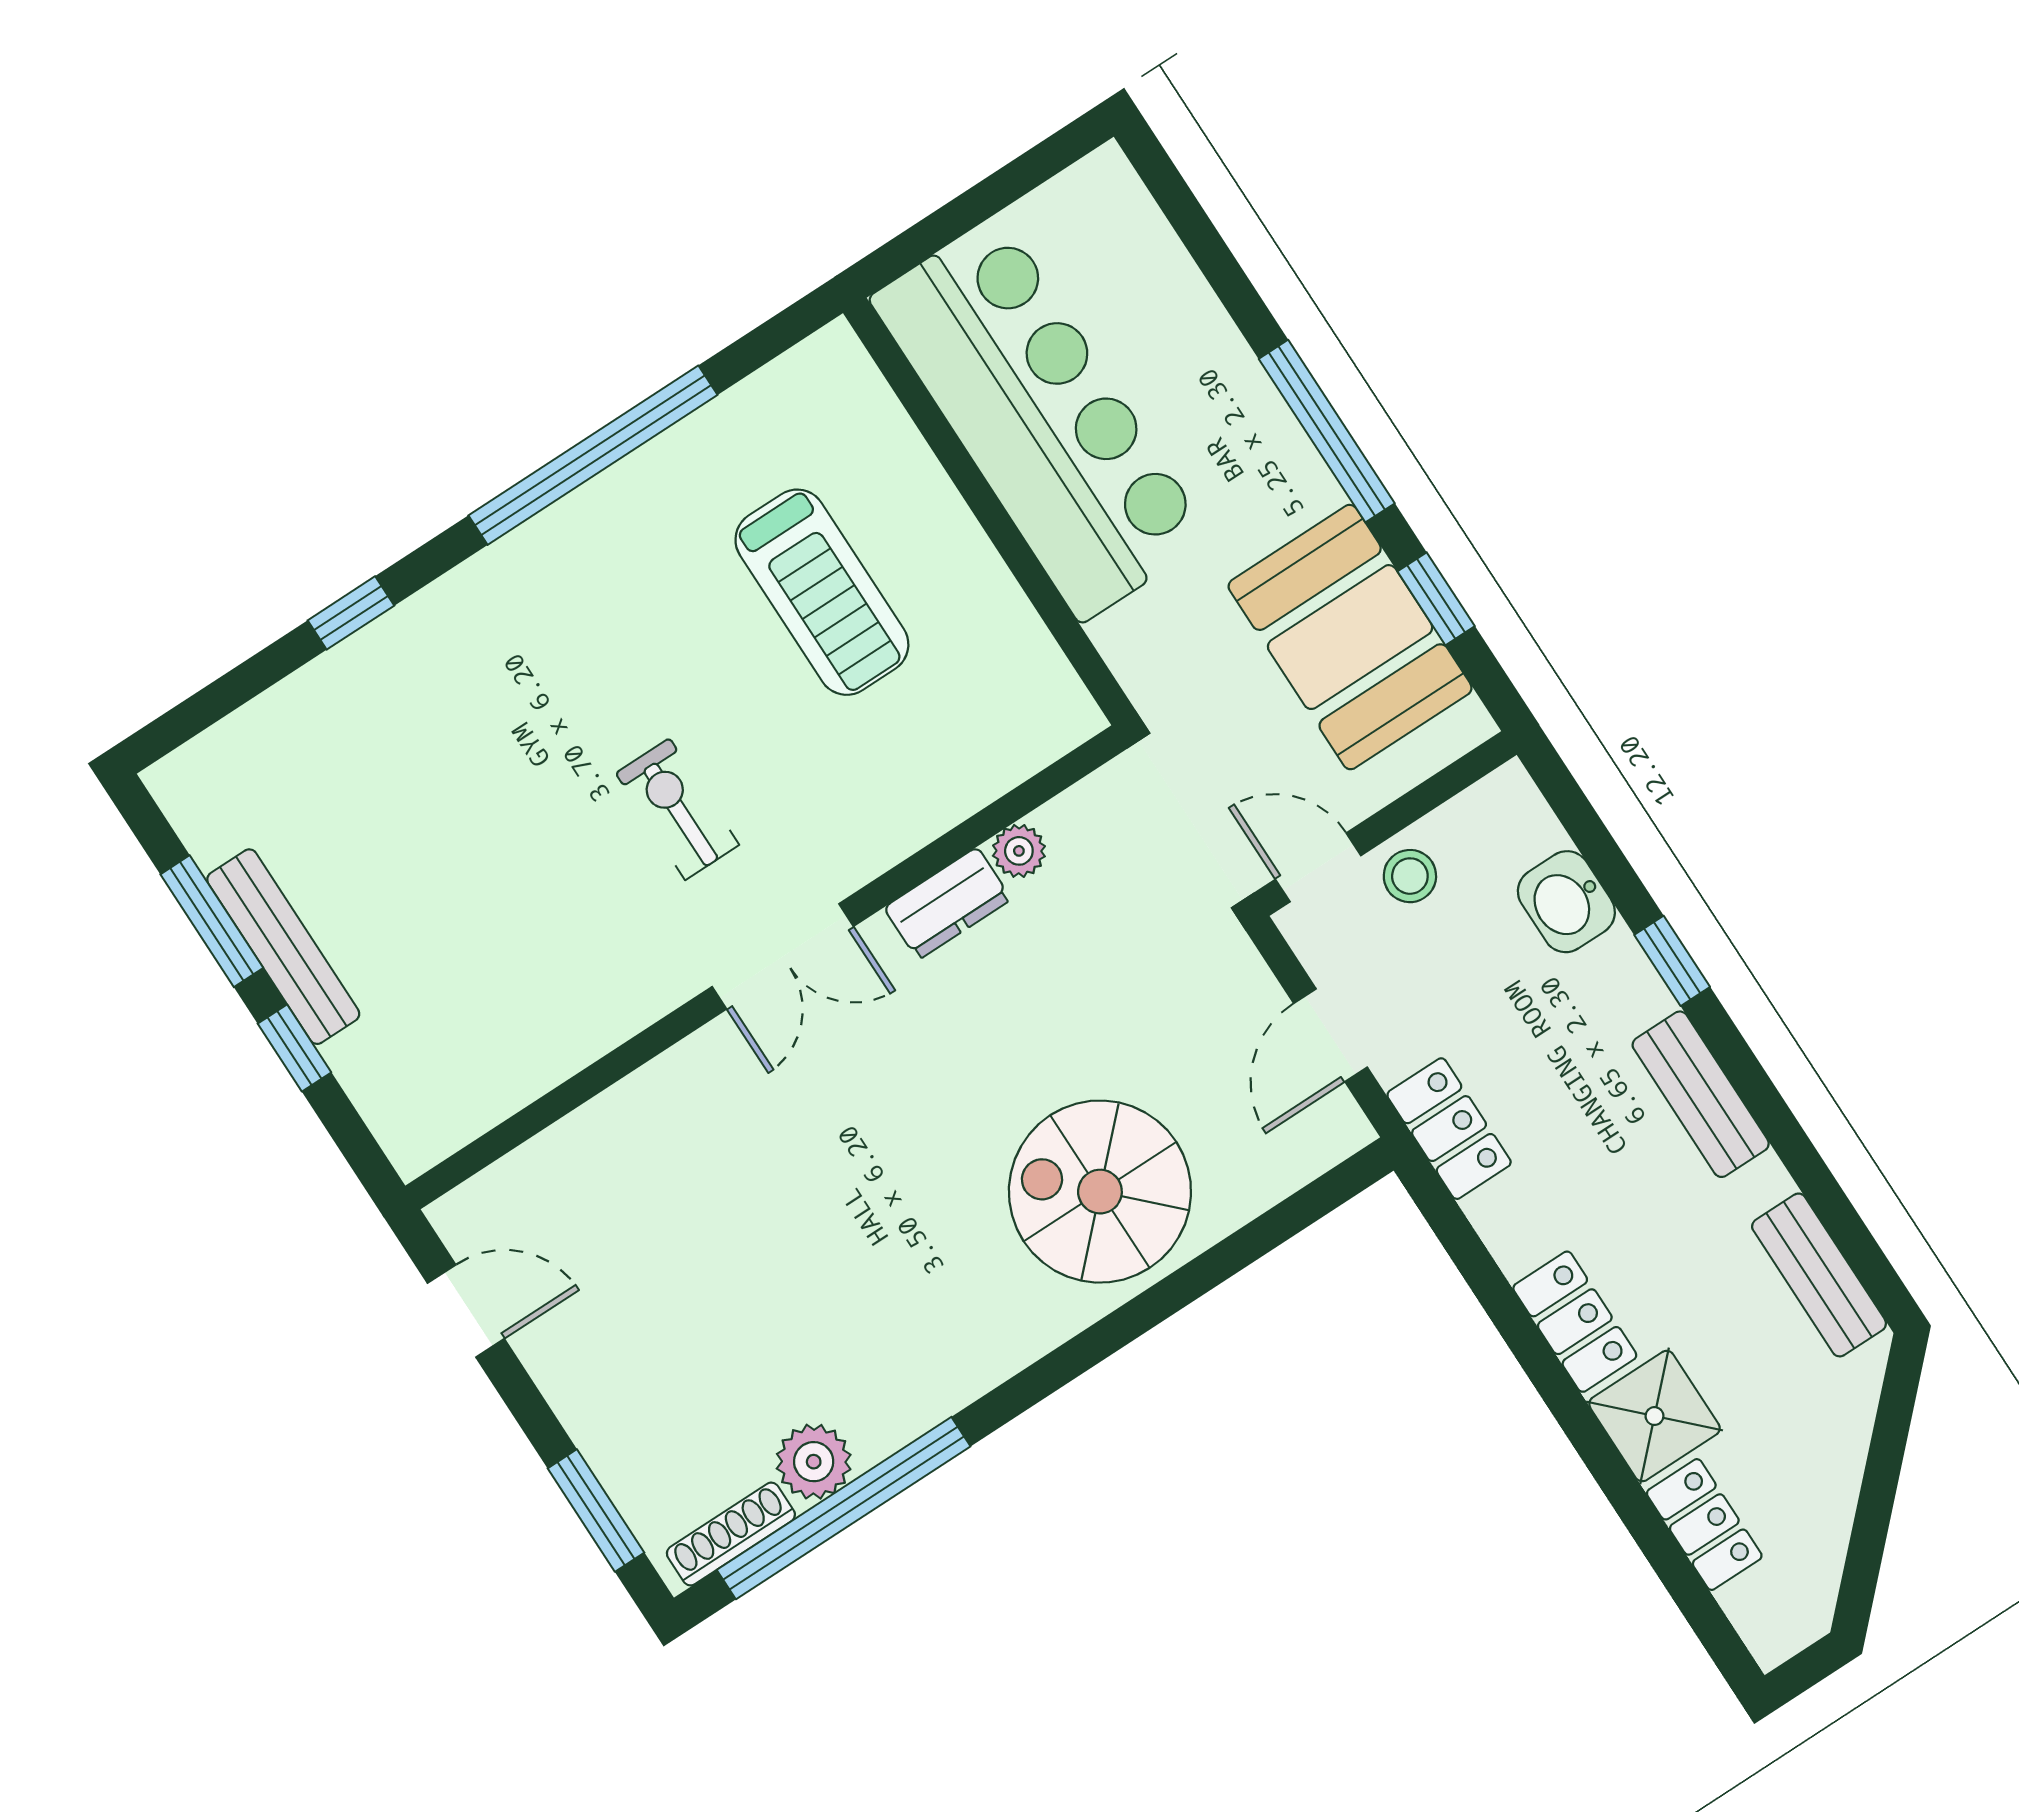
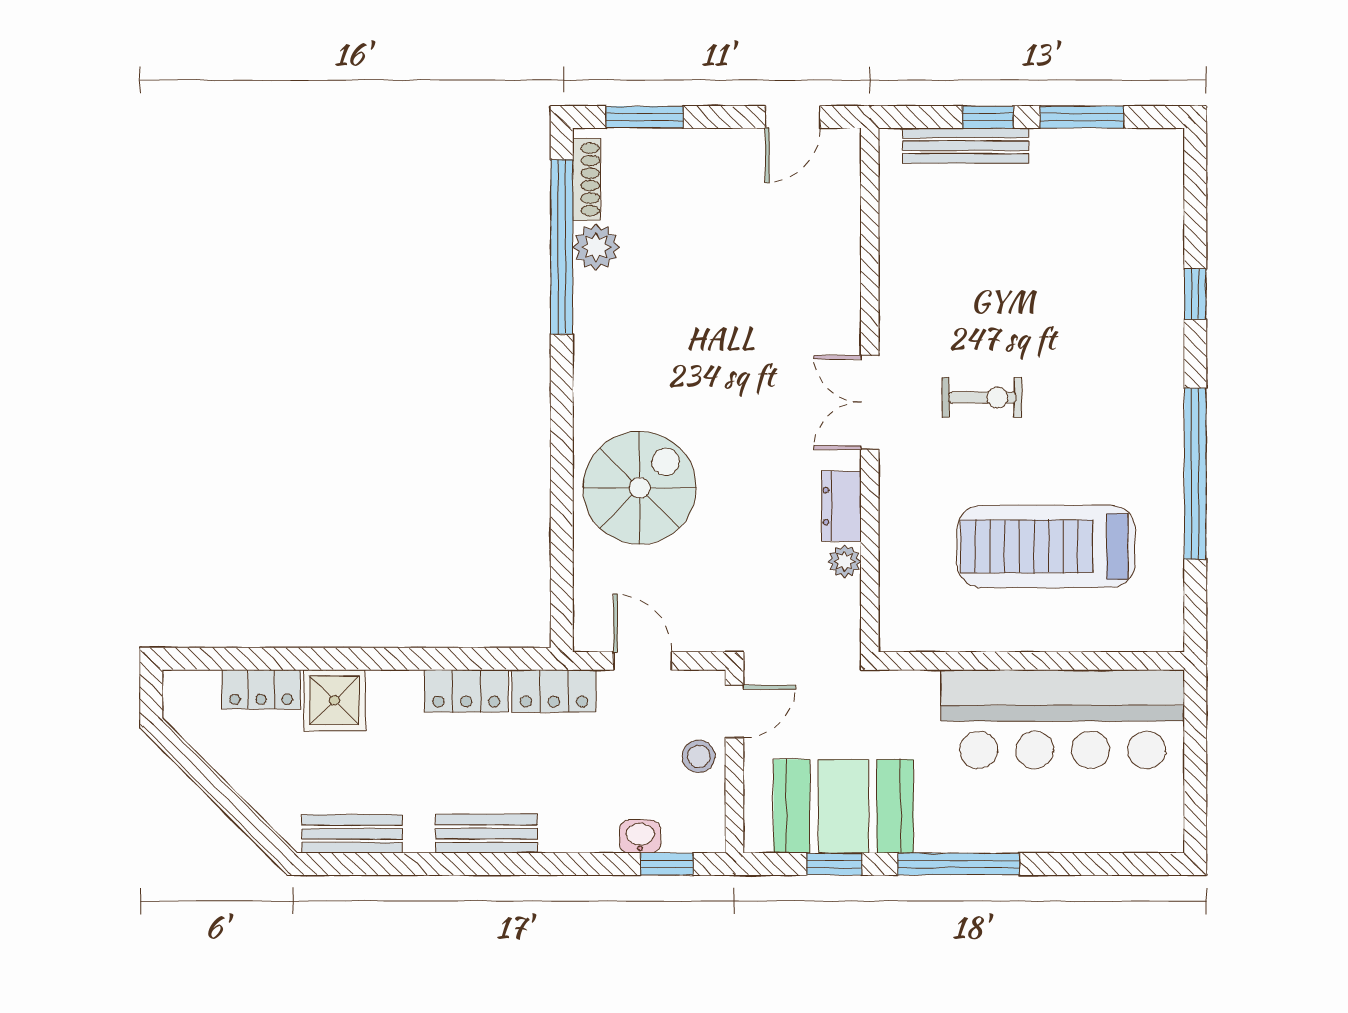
treadmill: (822, 592) -> (1046, 546), width x1.37, depth x1.37
washbasin: (1566, 902) -> (640, 836), width x0.72, depth x0.69
bench: (283, 947) -> (966, 146), moved
window: (1672, 961) -> (667, 864), moved
locker: (1575, 1322) -> (466, 691), moved

